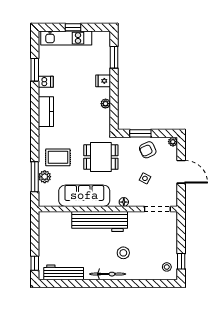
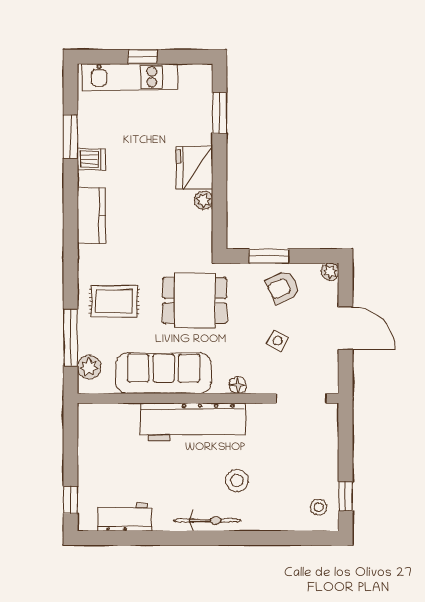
fridge: (103, 81) -> (194, 168), width x1.88, depth x1.34
plant: (45, 177) -> (89, 367), moved
workbench: (64, 272) -> (125, 517), width x0.73

